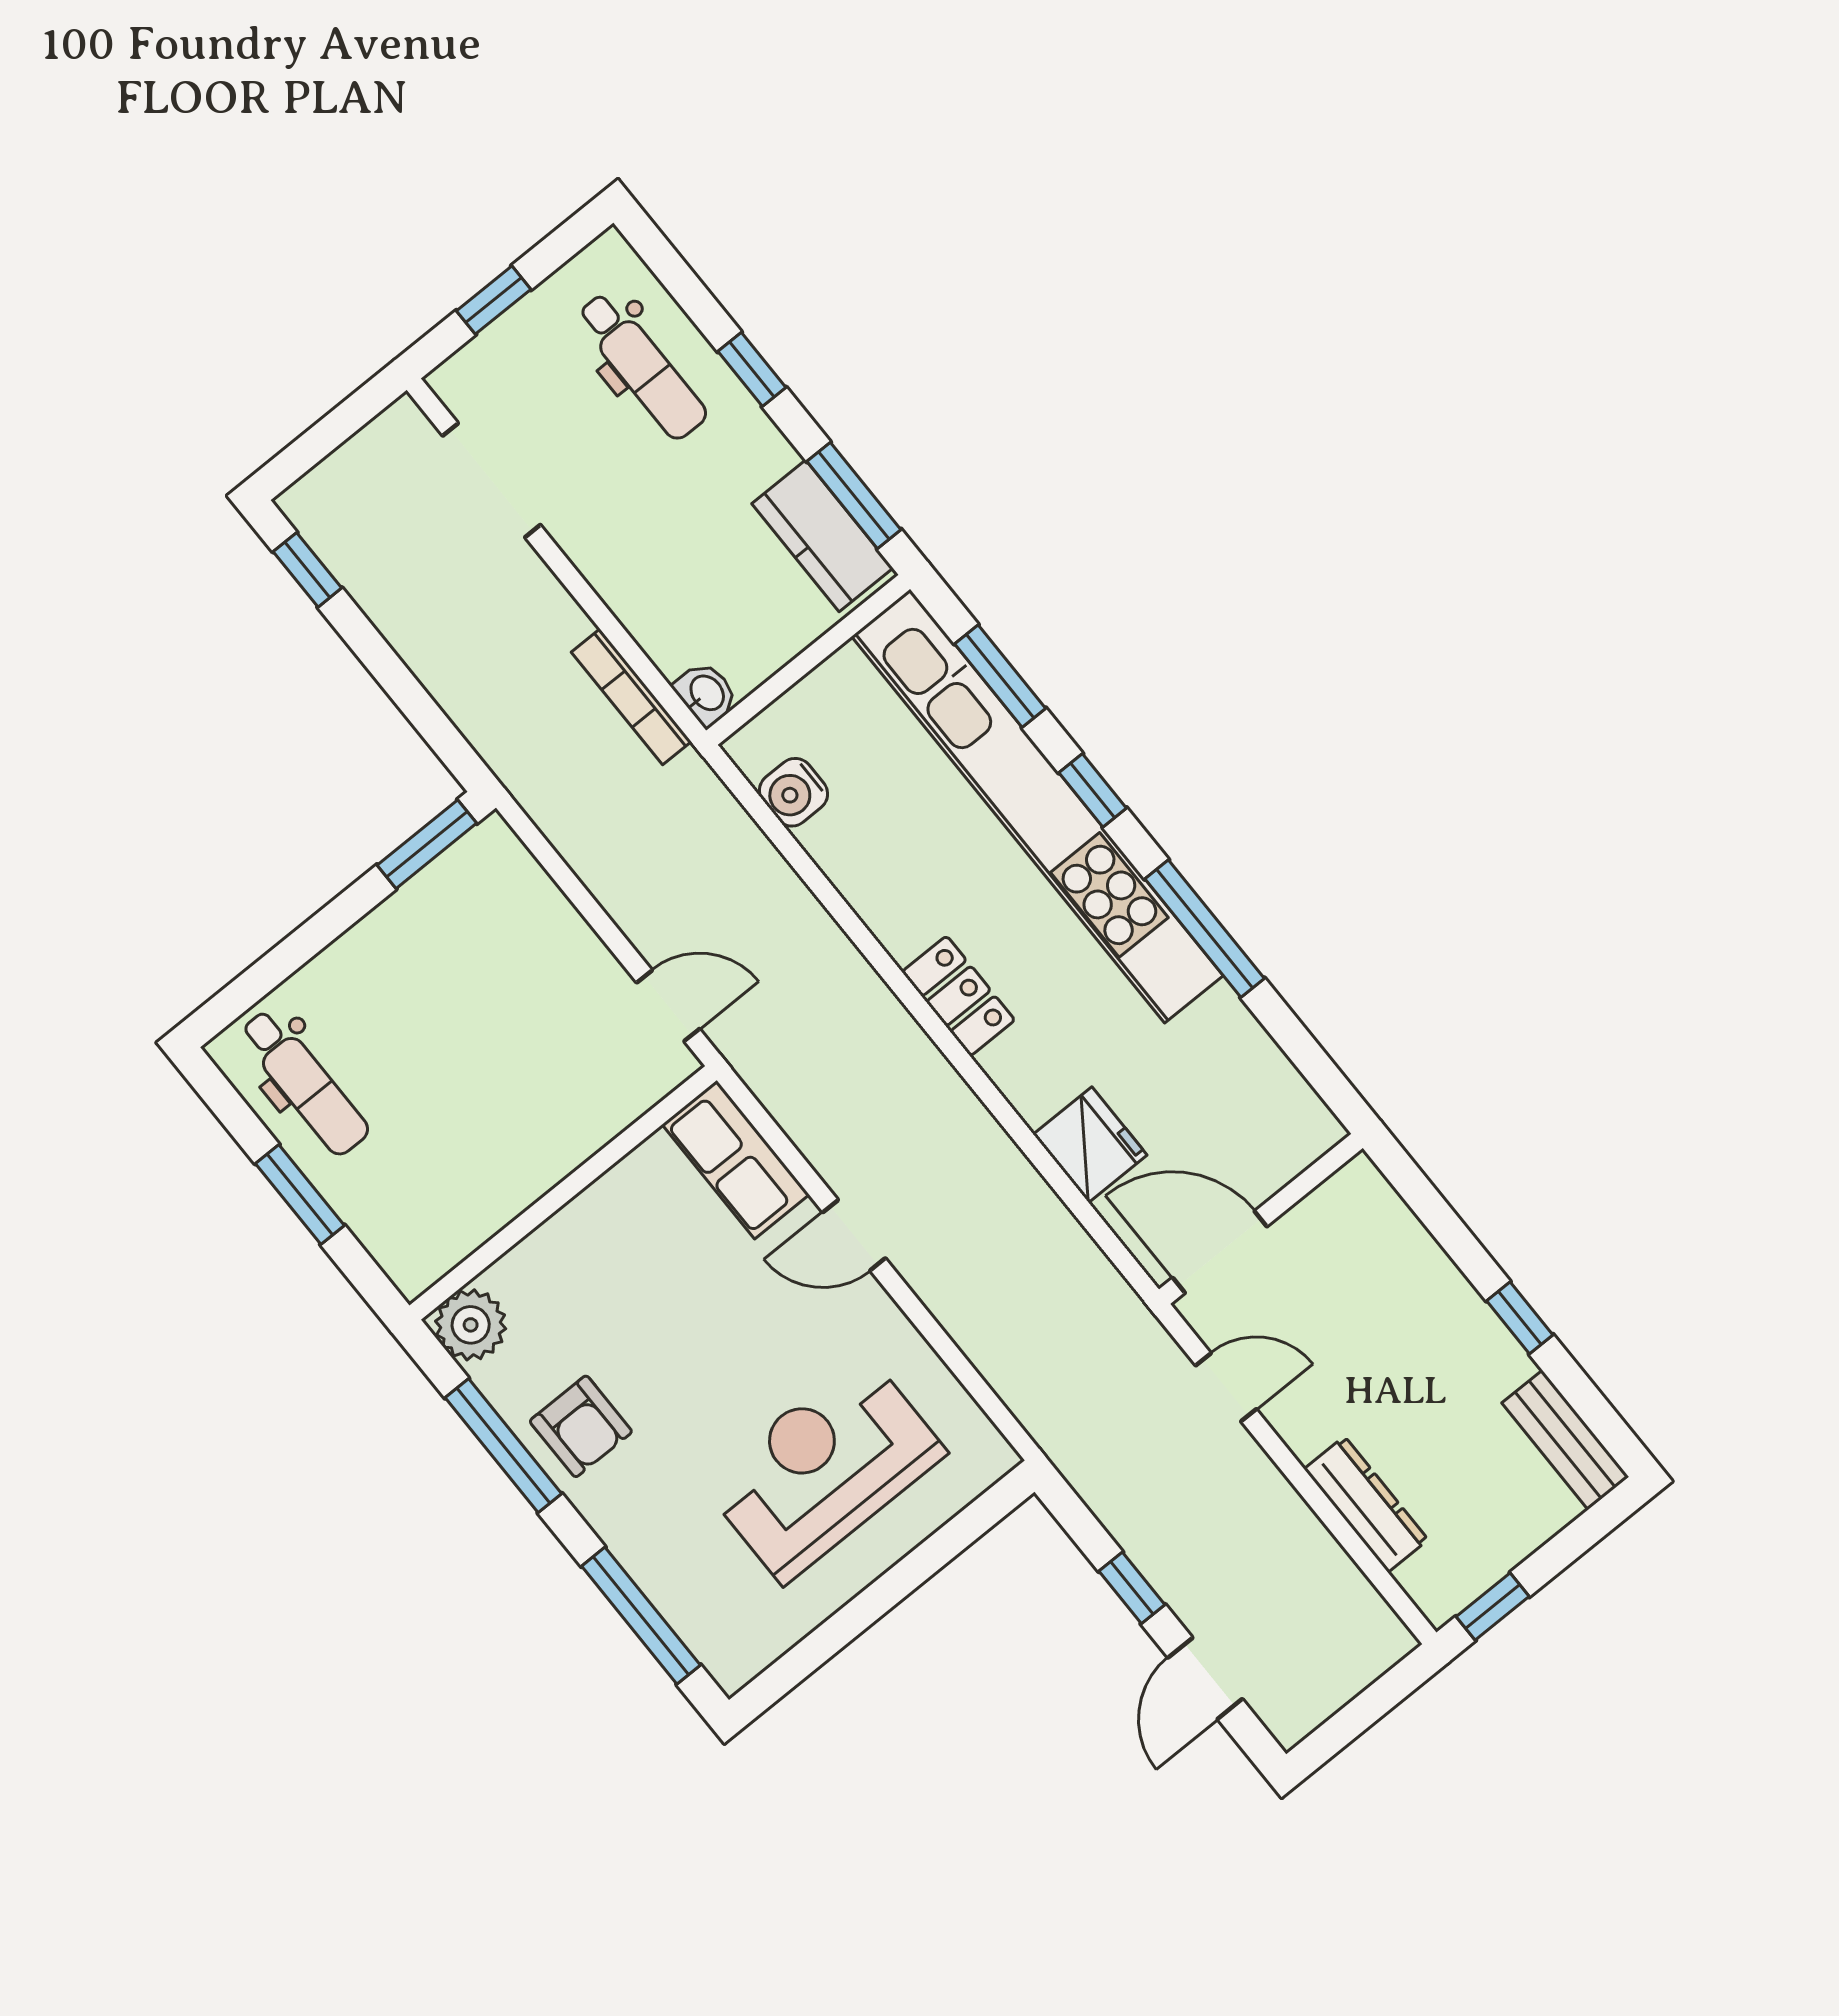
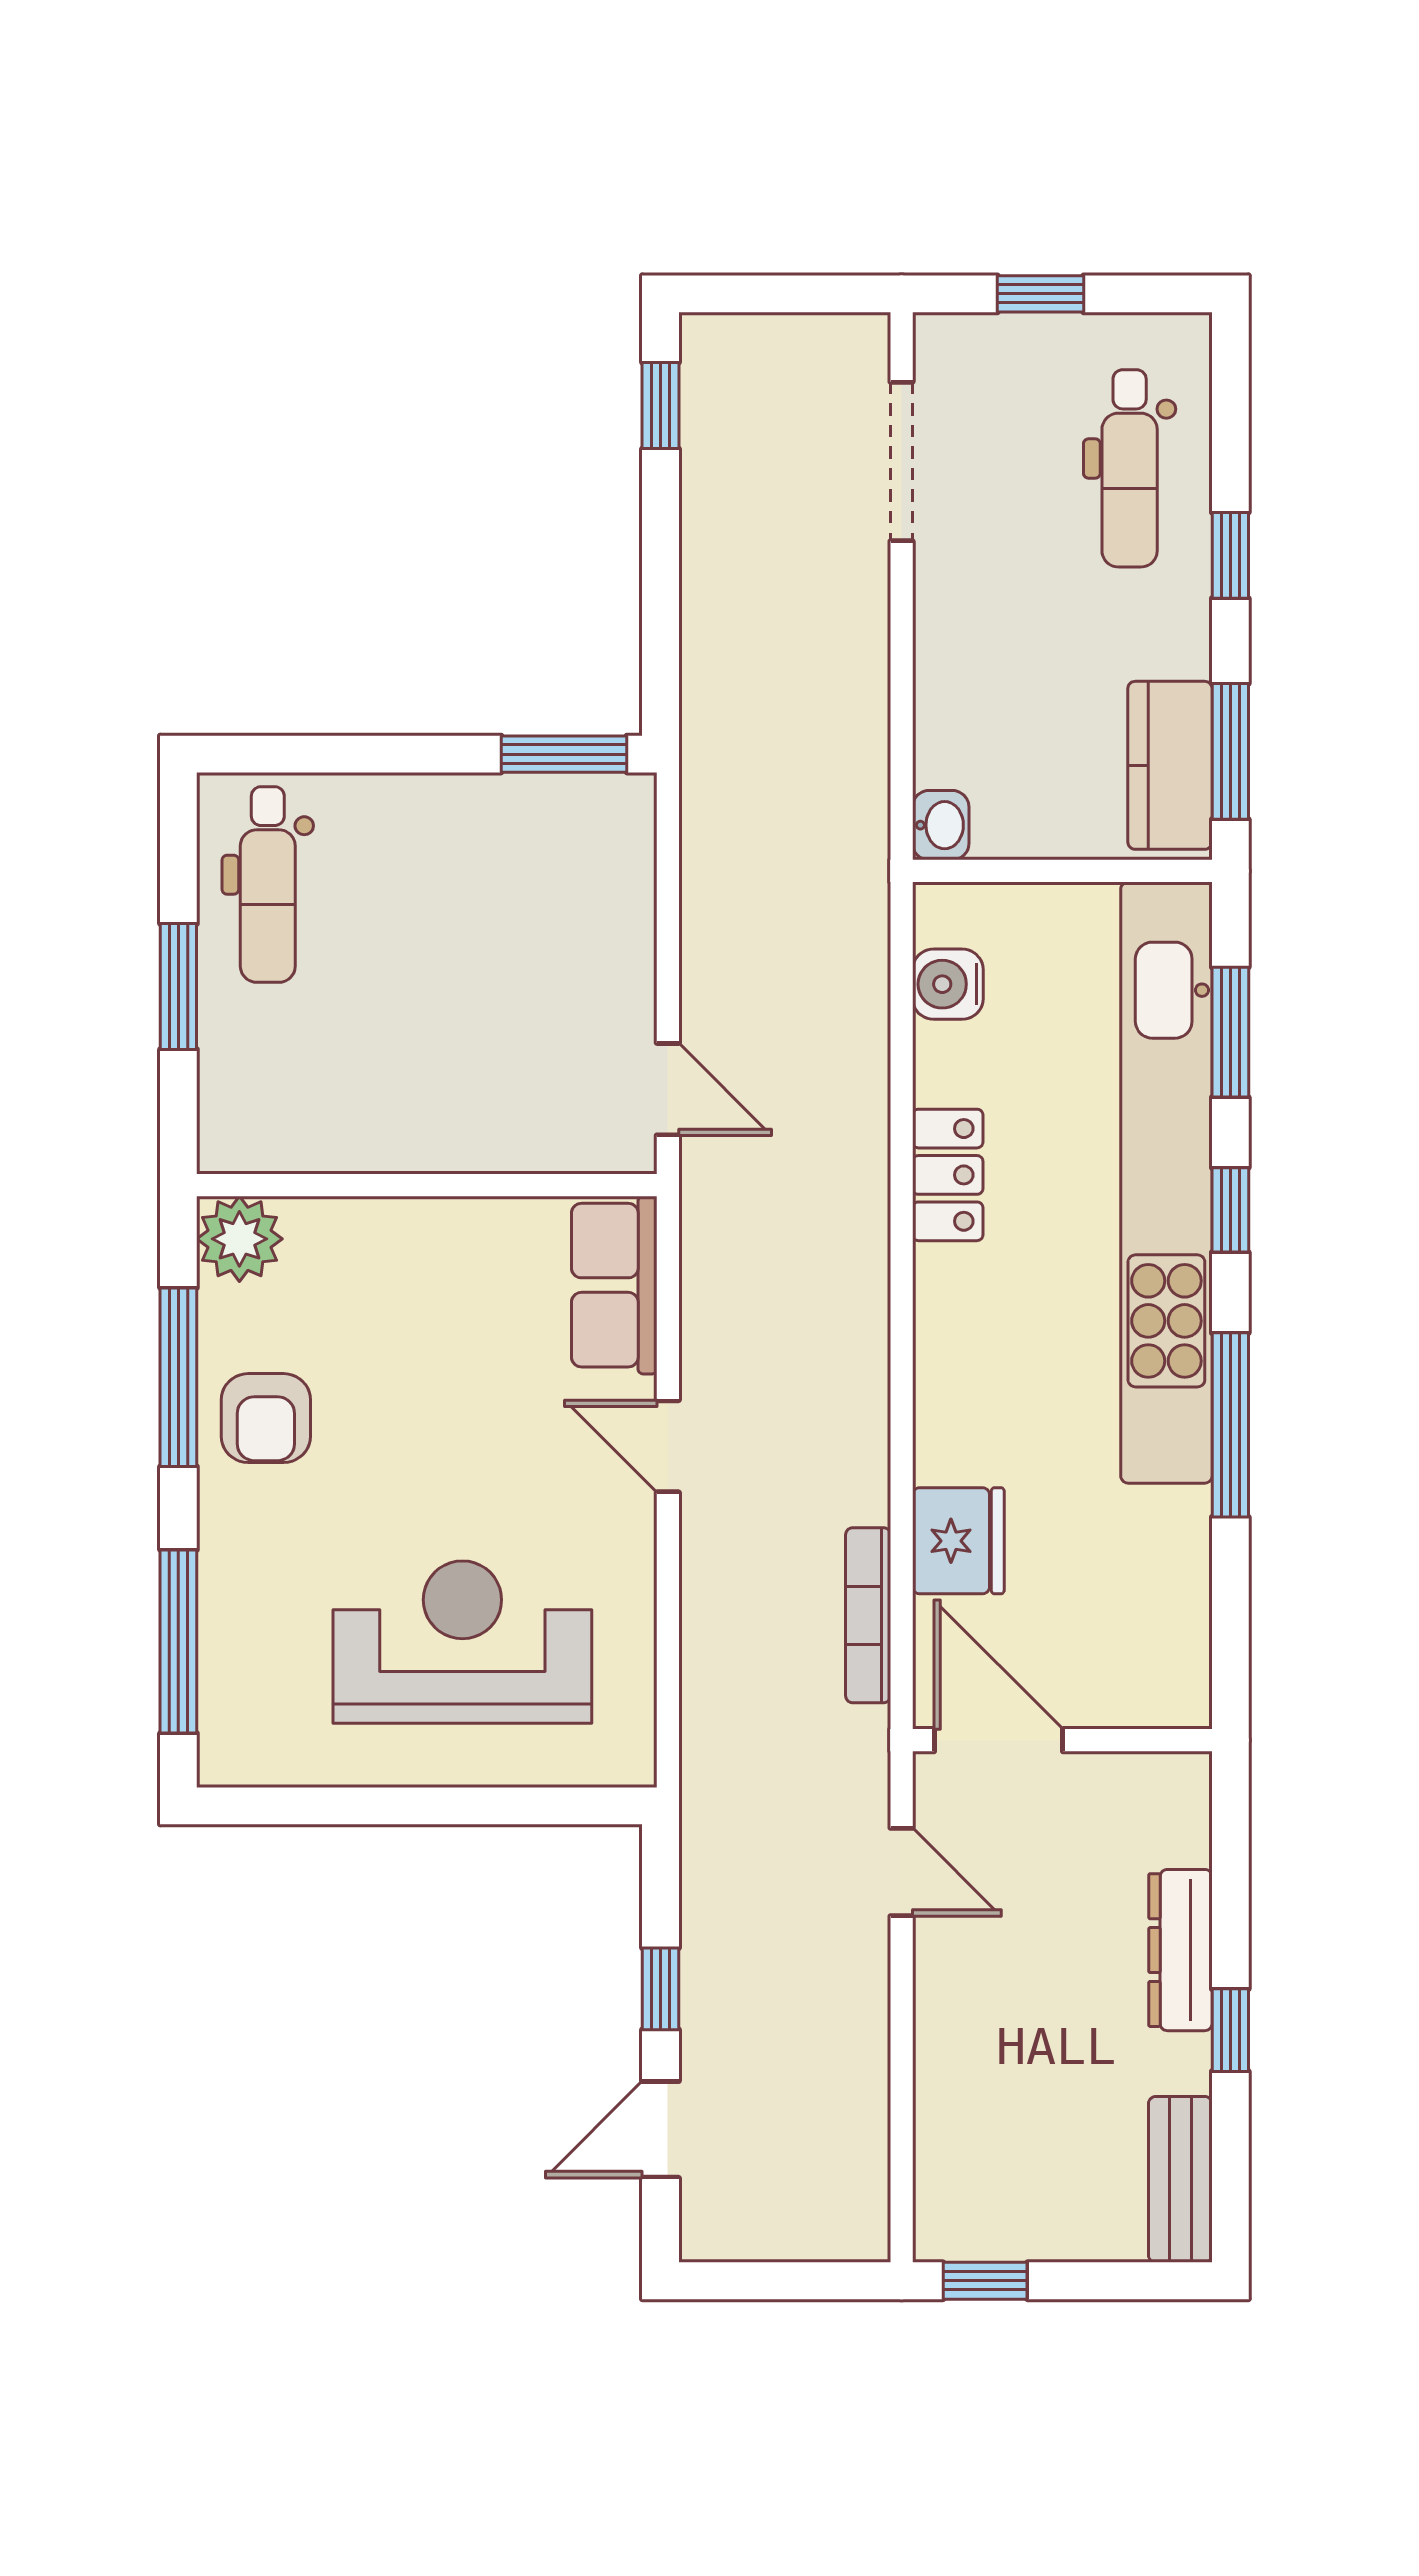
bookcase: (631, 697) -> (868, 1615), moved
locker: (958, 996) -> (948, 1175), moved
dresser: (1366, 1504) -> (1180, 1950), moved, turned 180

